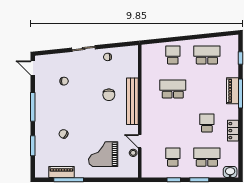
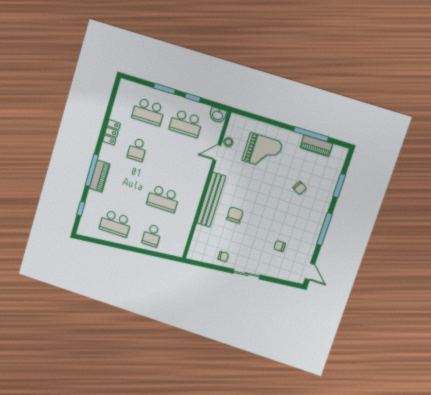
door: (140, 141) -> (217, 153), swing flipped
school desk: (173, 157) -> (186, 123), width x1.85
washbasin: (230, 172) -> (218, 115), moved

